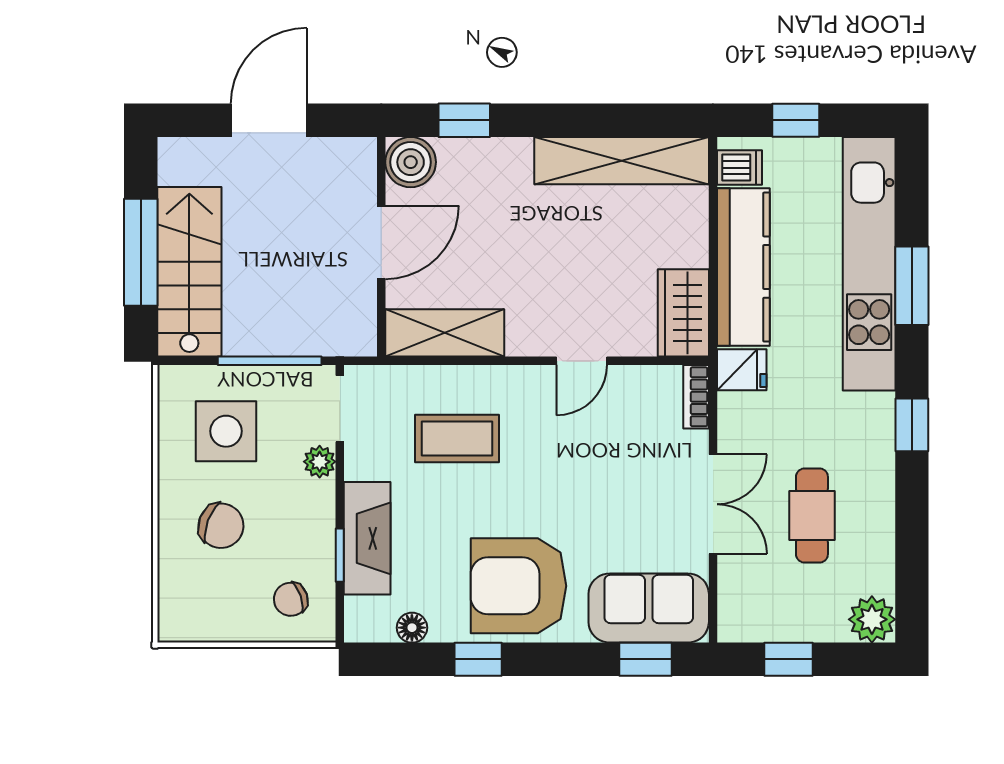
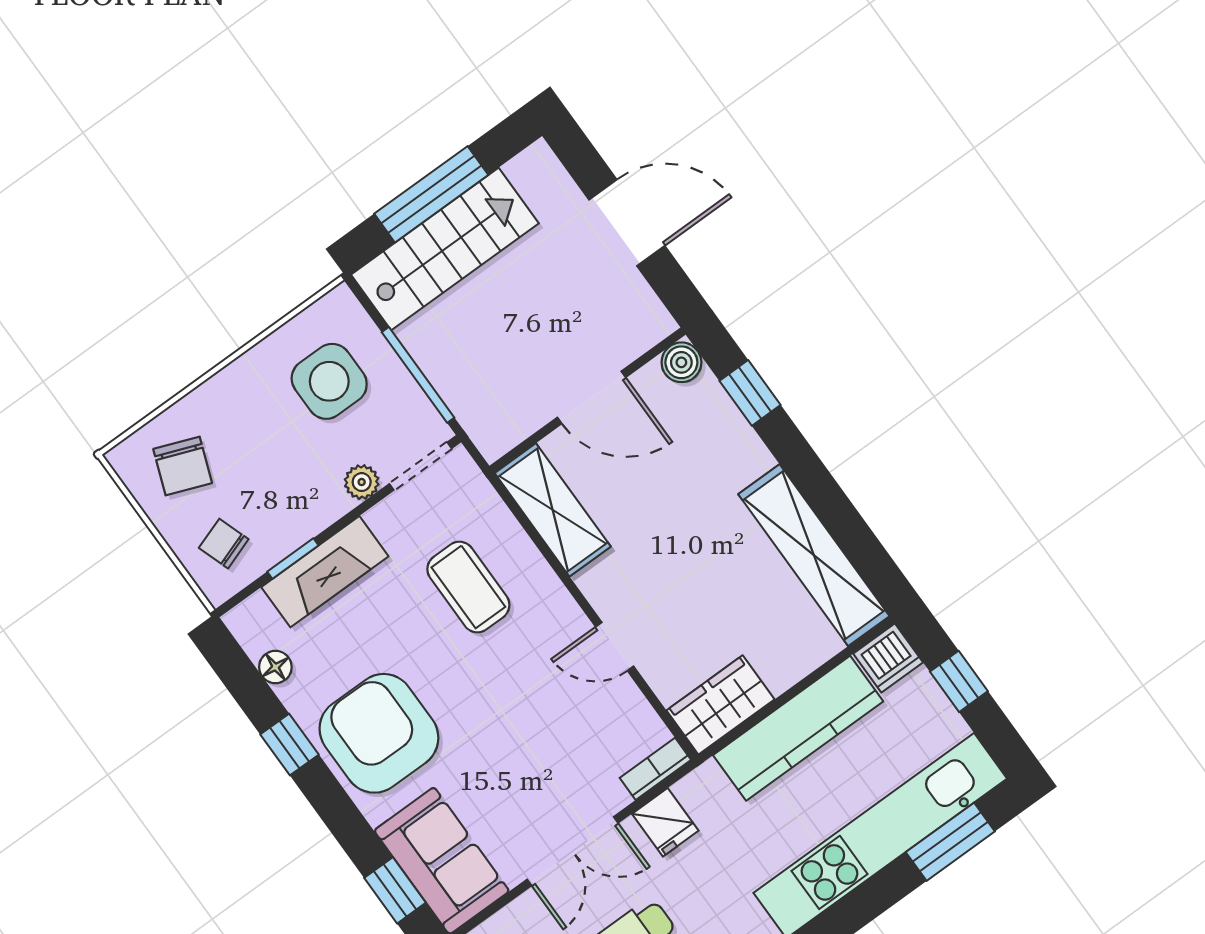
boiler: (411, 162) -> (681, 362), width x0.73, depth x0.73
dishwasher: (739, 168) -> (888, 658), width x1.38
window: (912, 286) -> (950, 842), moved
fridge: (742, 370) -> (665, 822), moved
chair: (221, 526) -> (183, 466), moved

